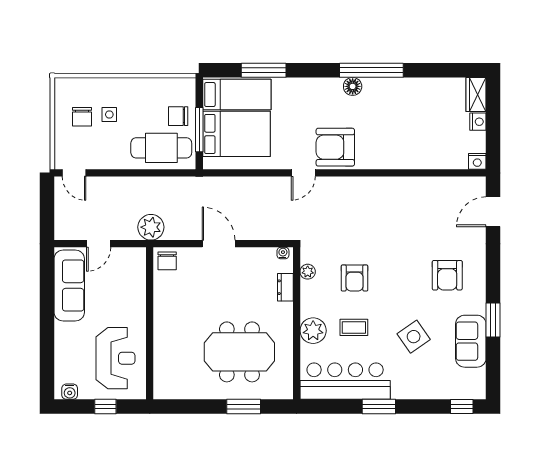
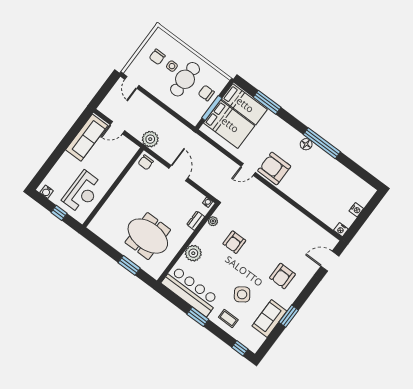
wardrobe: (476, 94) -> (366, 195), removed
cafe table: (161, 148) -> (185, 79), moved, turned 90
coffee table: (354, 327) -> (228, 319), moved

